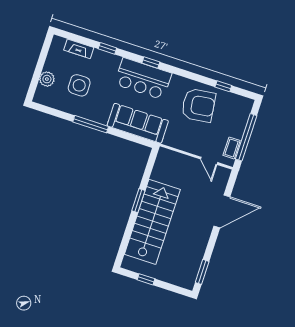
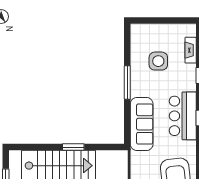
plant: (47, 79) -> (155, 31), removed

